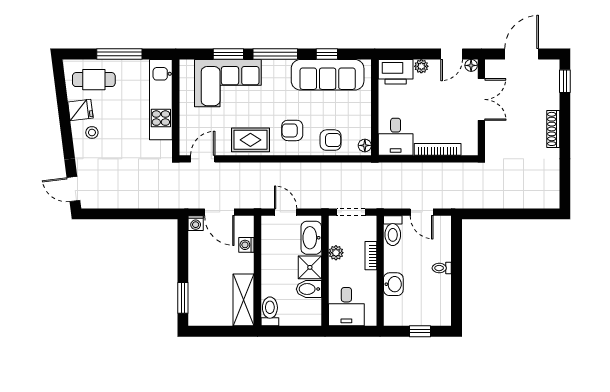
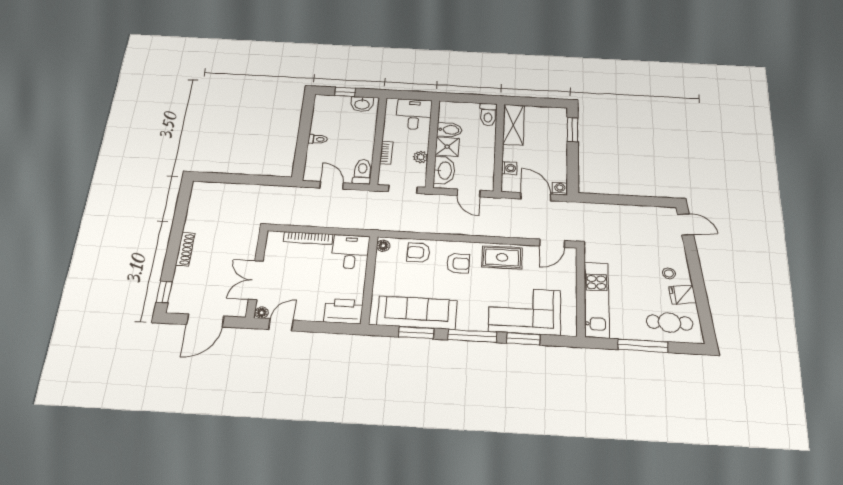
window: (327, 54) -> (416, 333), width x1.50
plant: (421, 66) -> (315, 315), removed
washbasin: (393, 284) -> (362, 104), moved, turned -90

